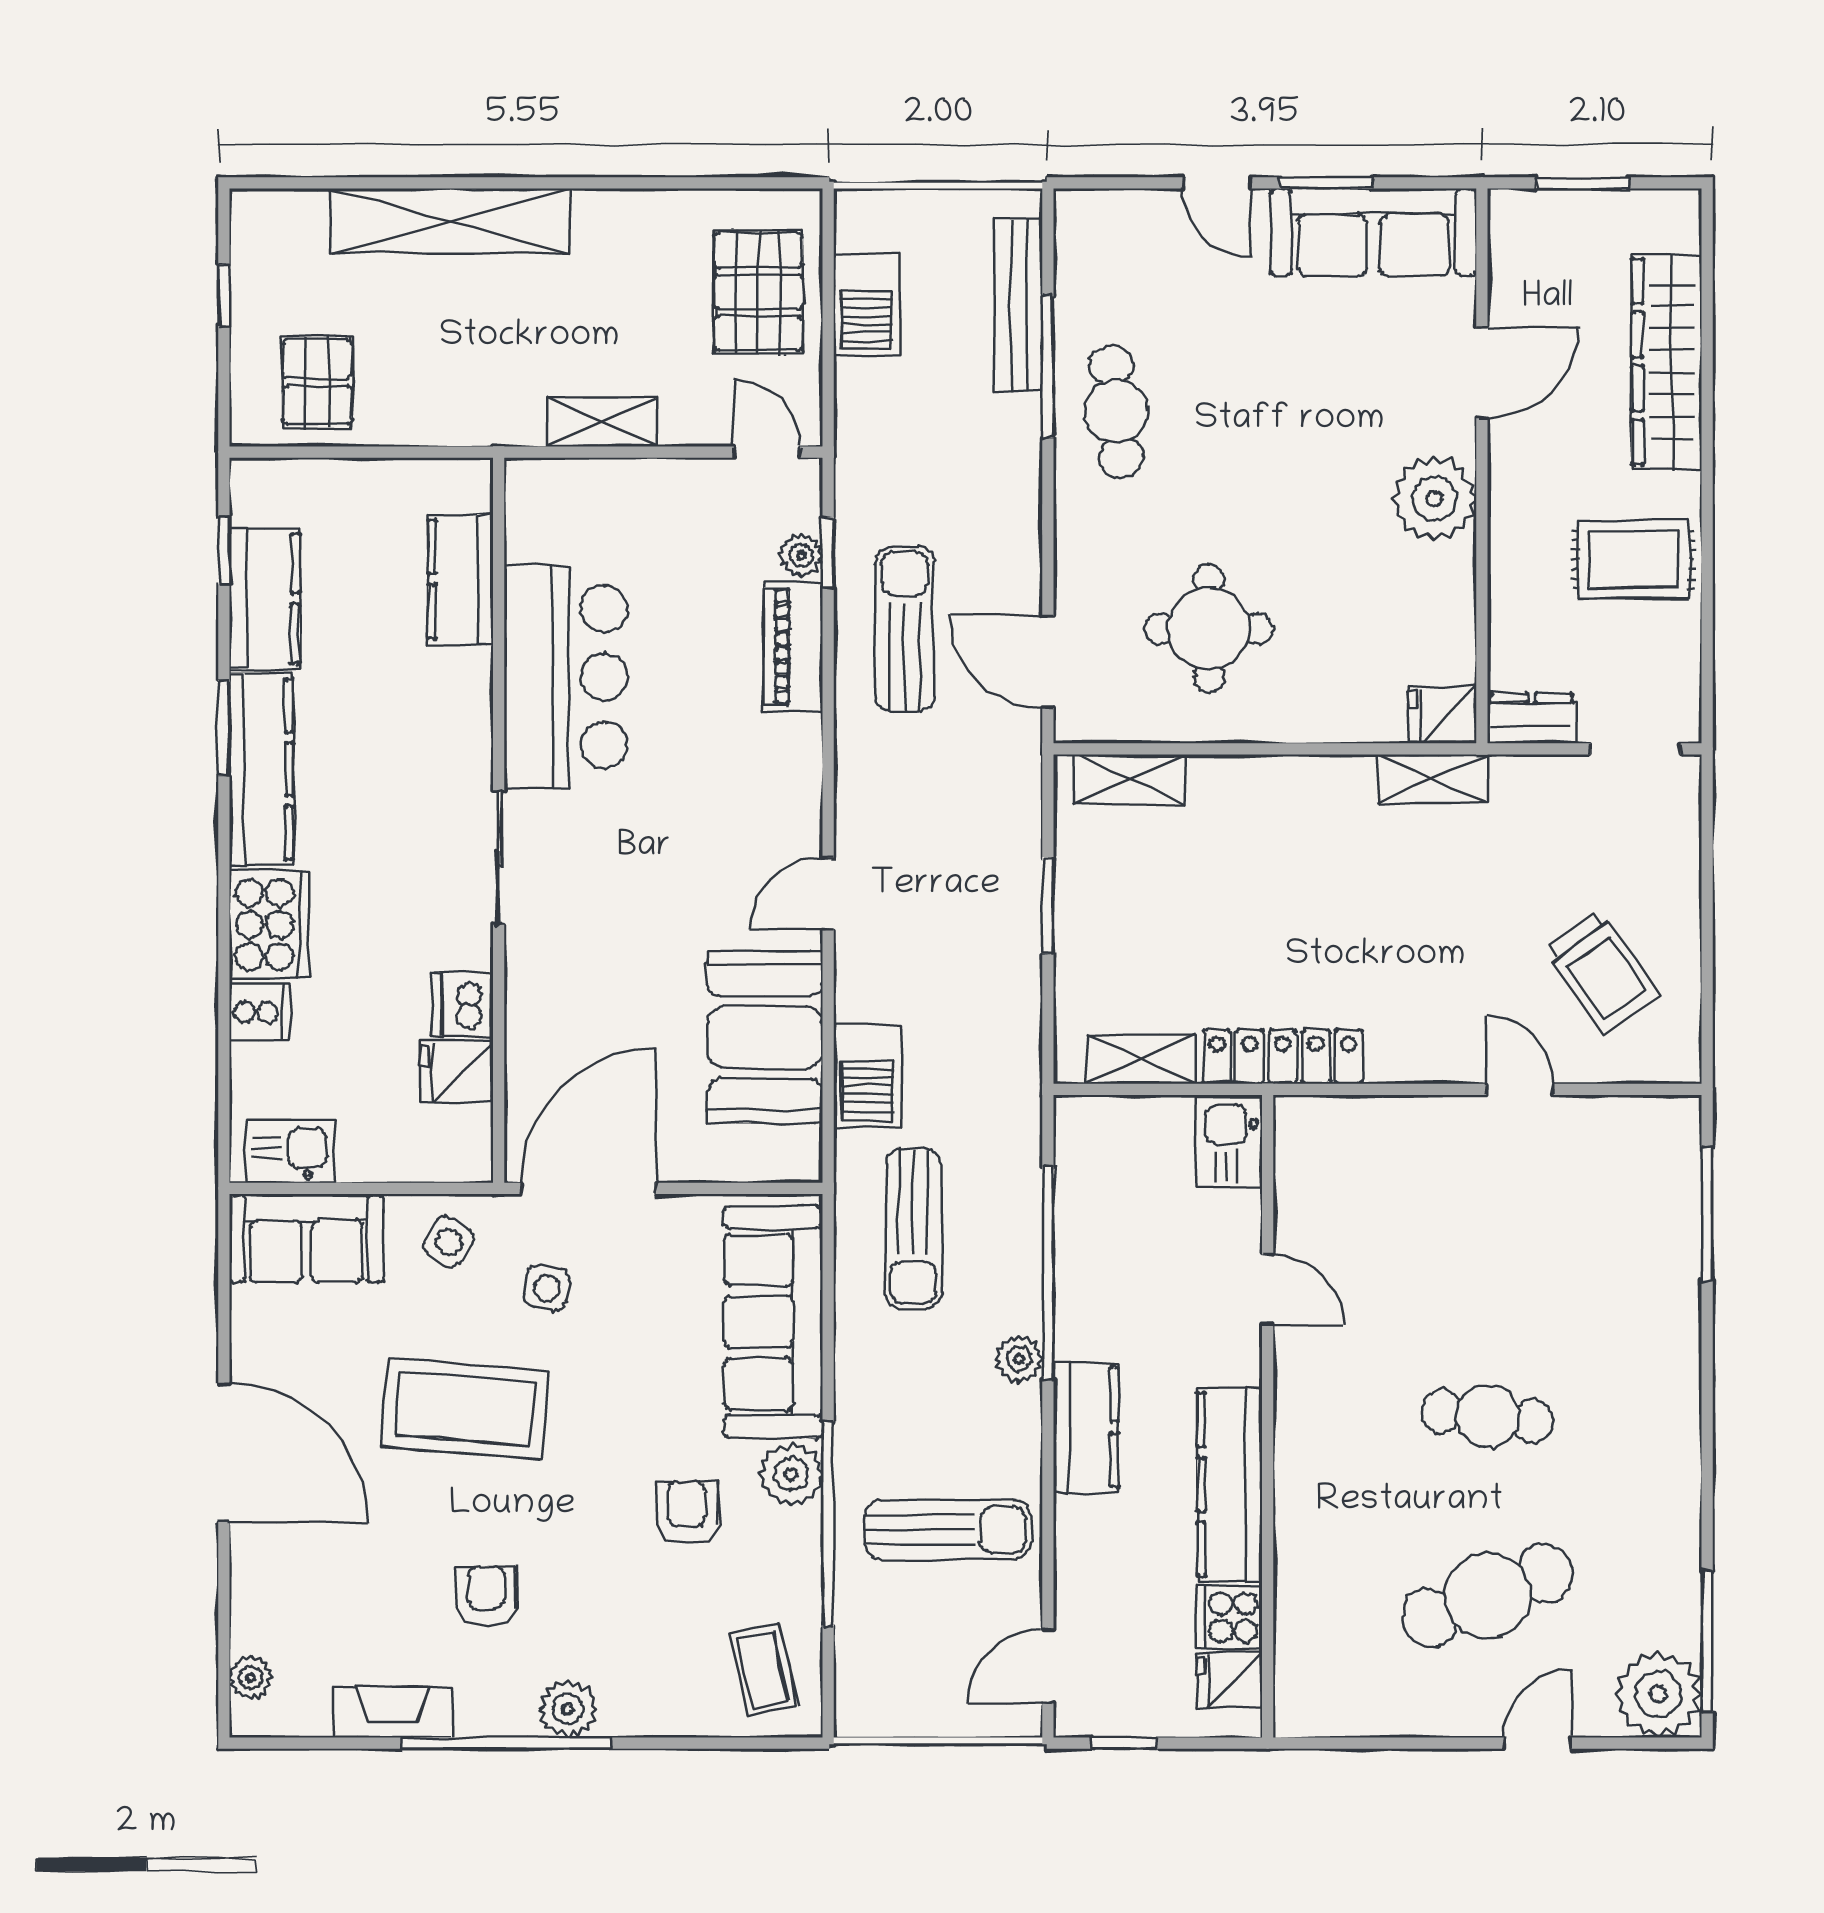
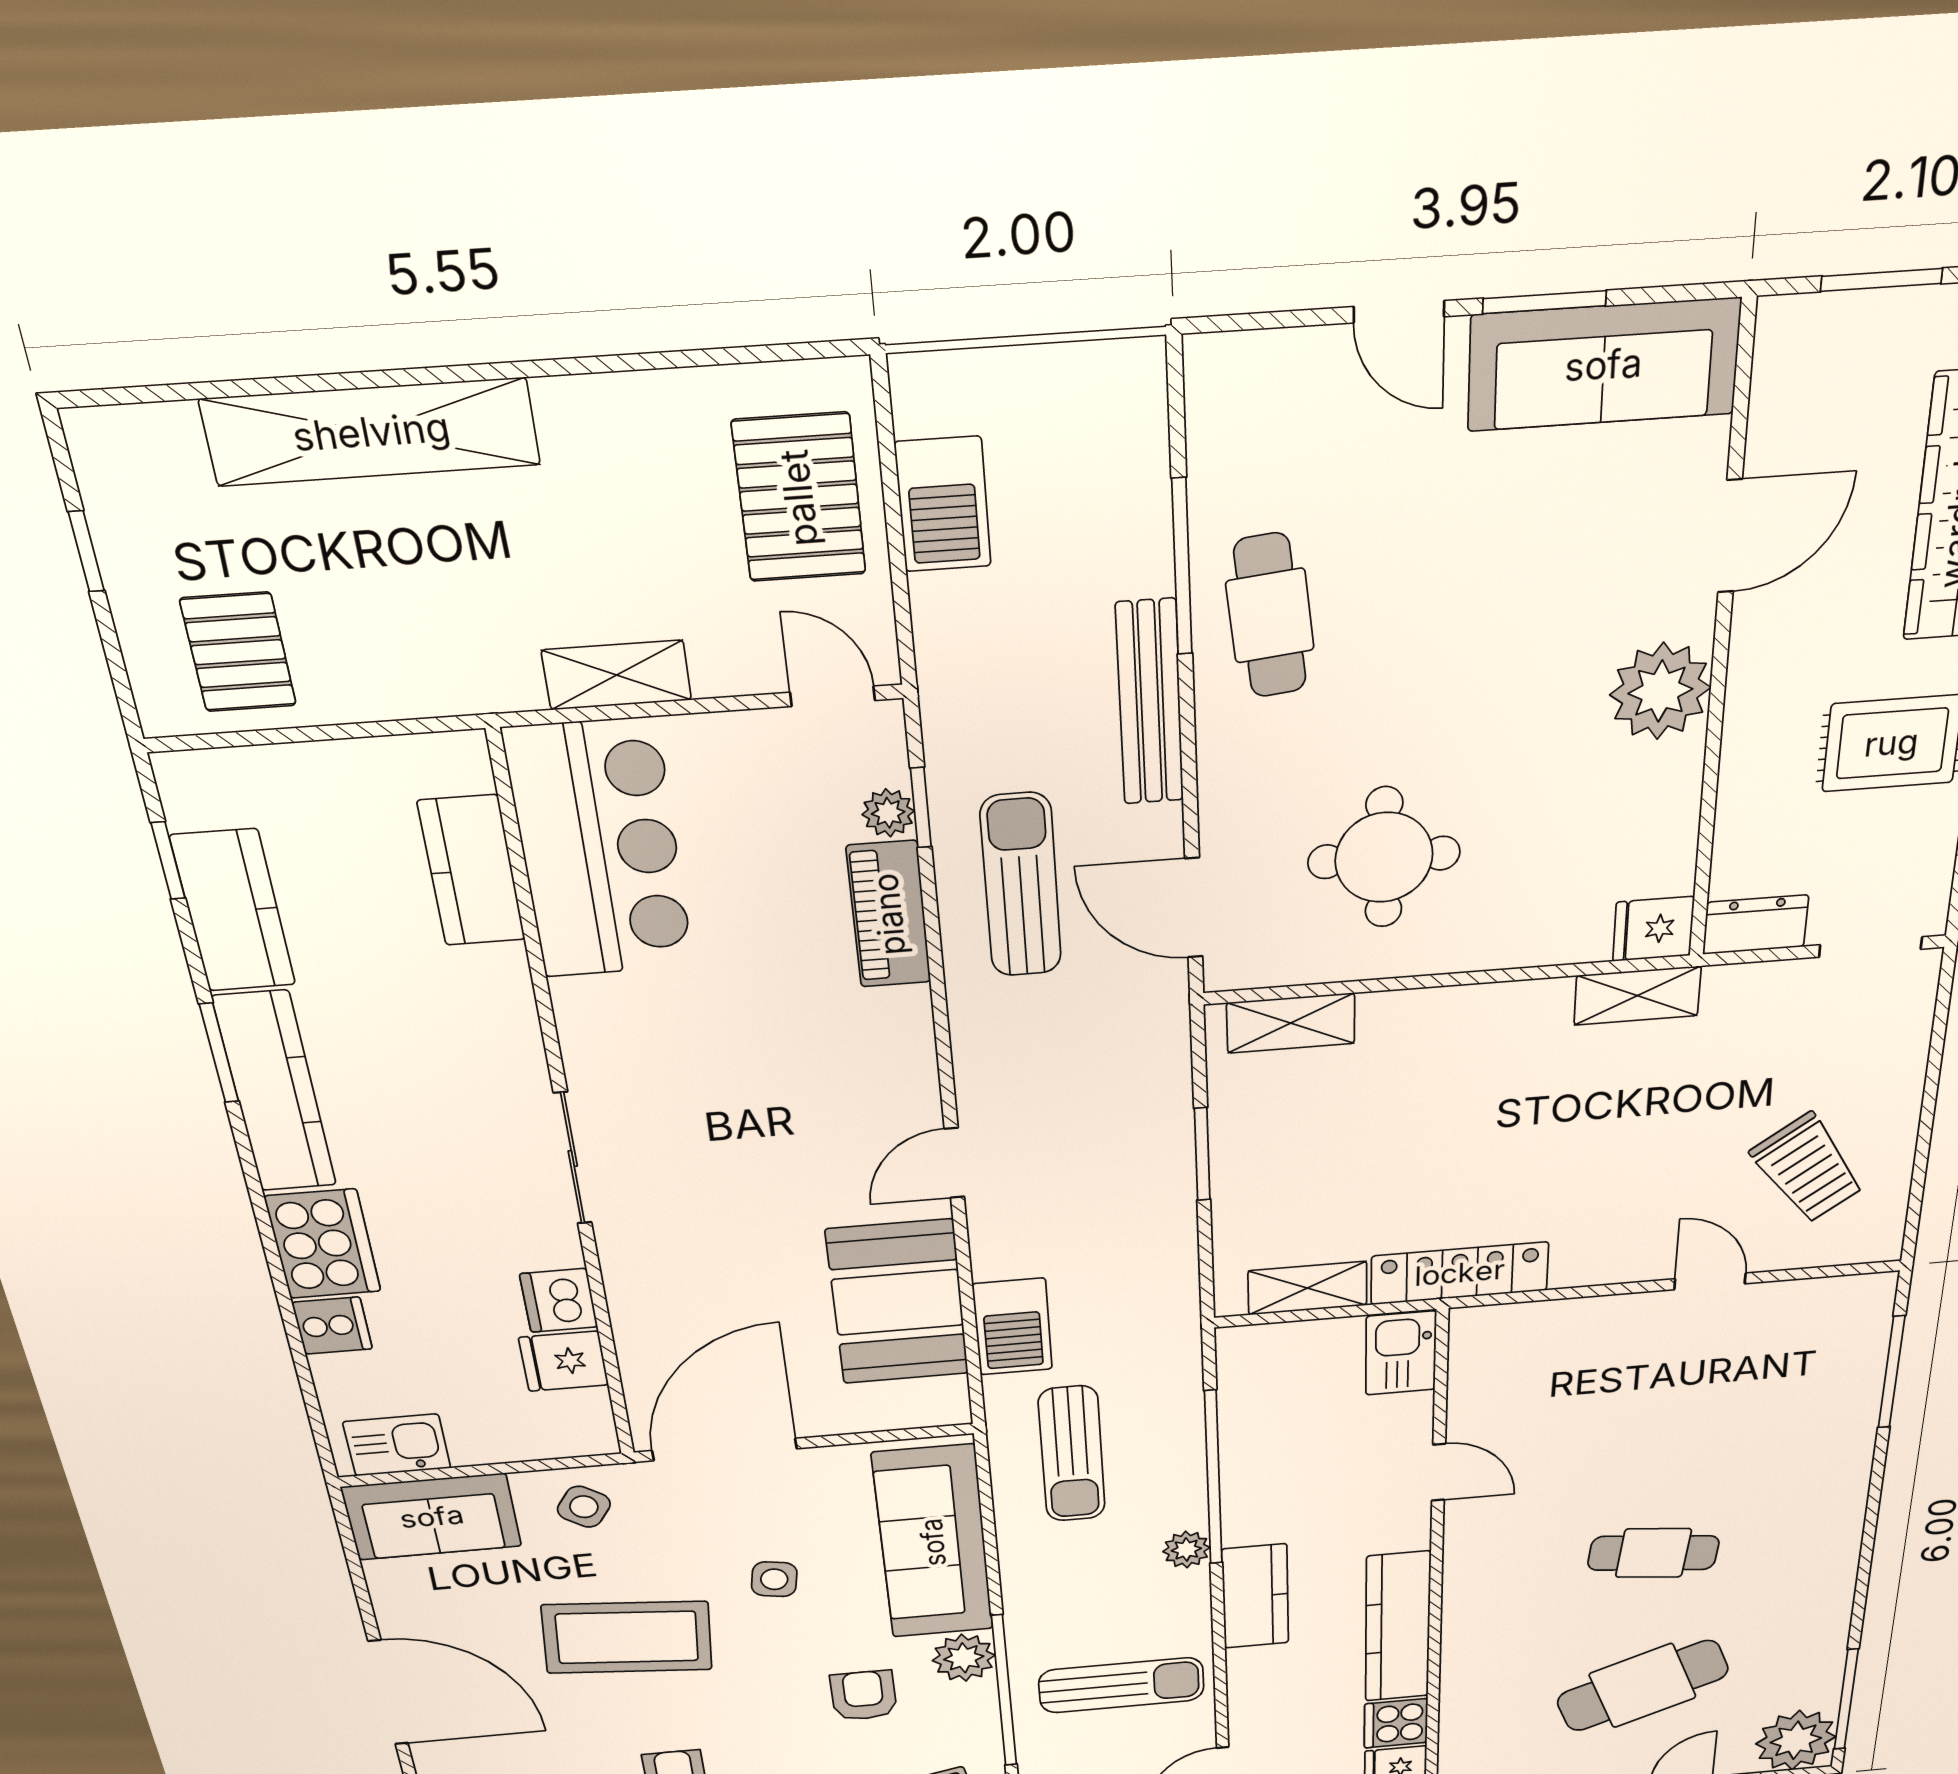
bench: (1018, 305) -> (1150, 703), moved
bar counter: (566, 677) -> (600, 850), moved
side table: (547, 1288) -> (774, 1579), moved

